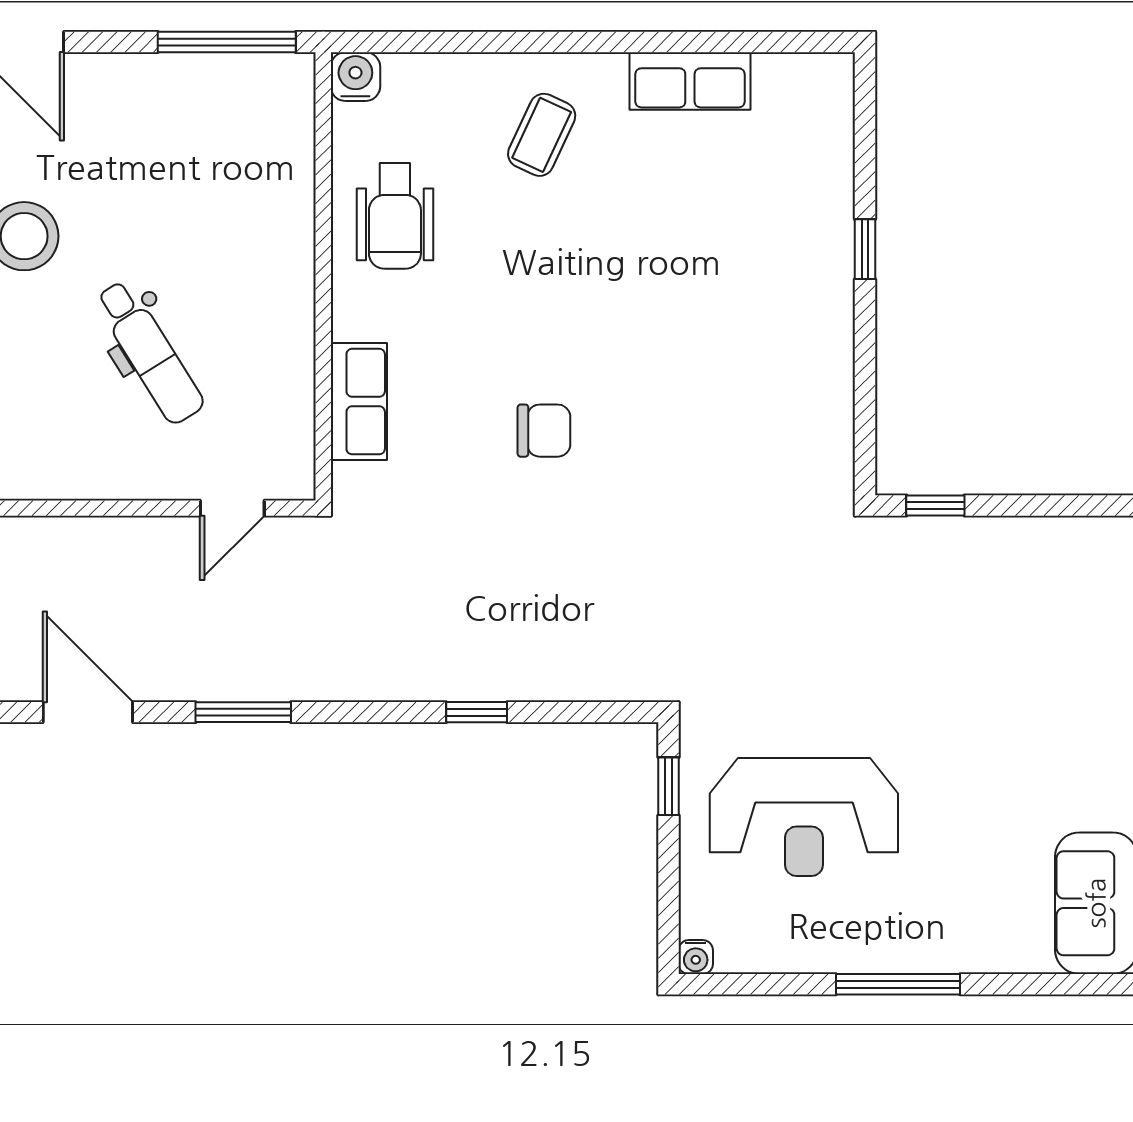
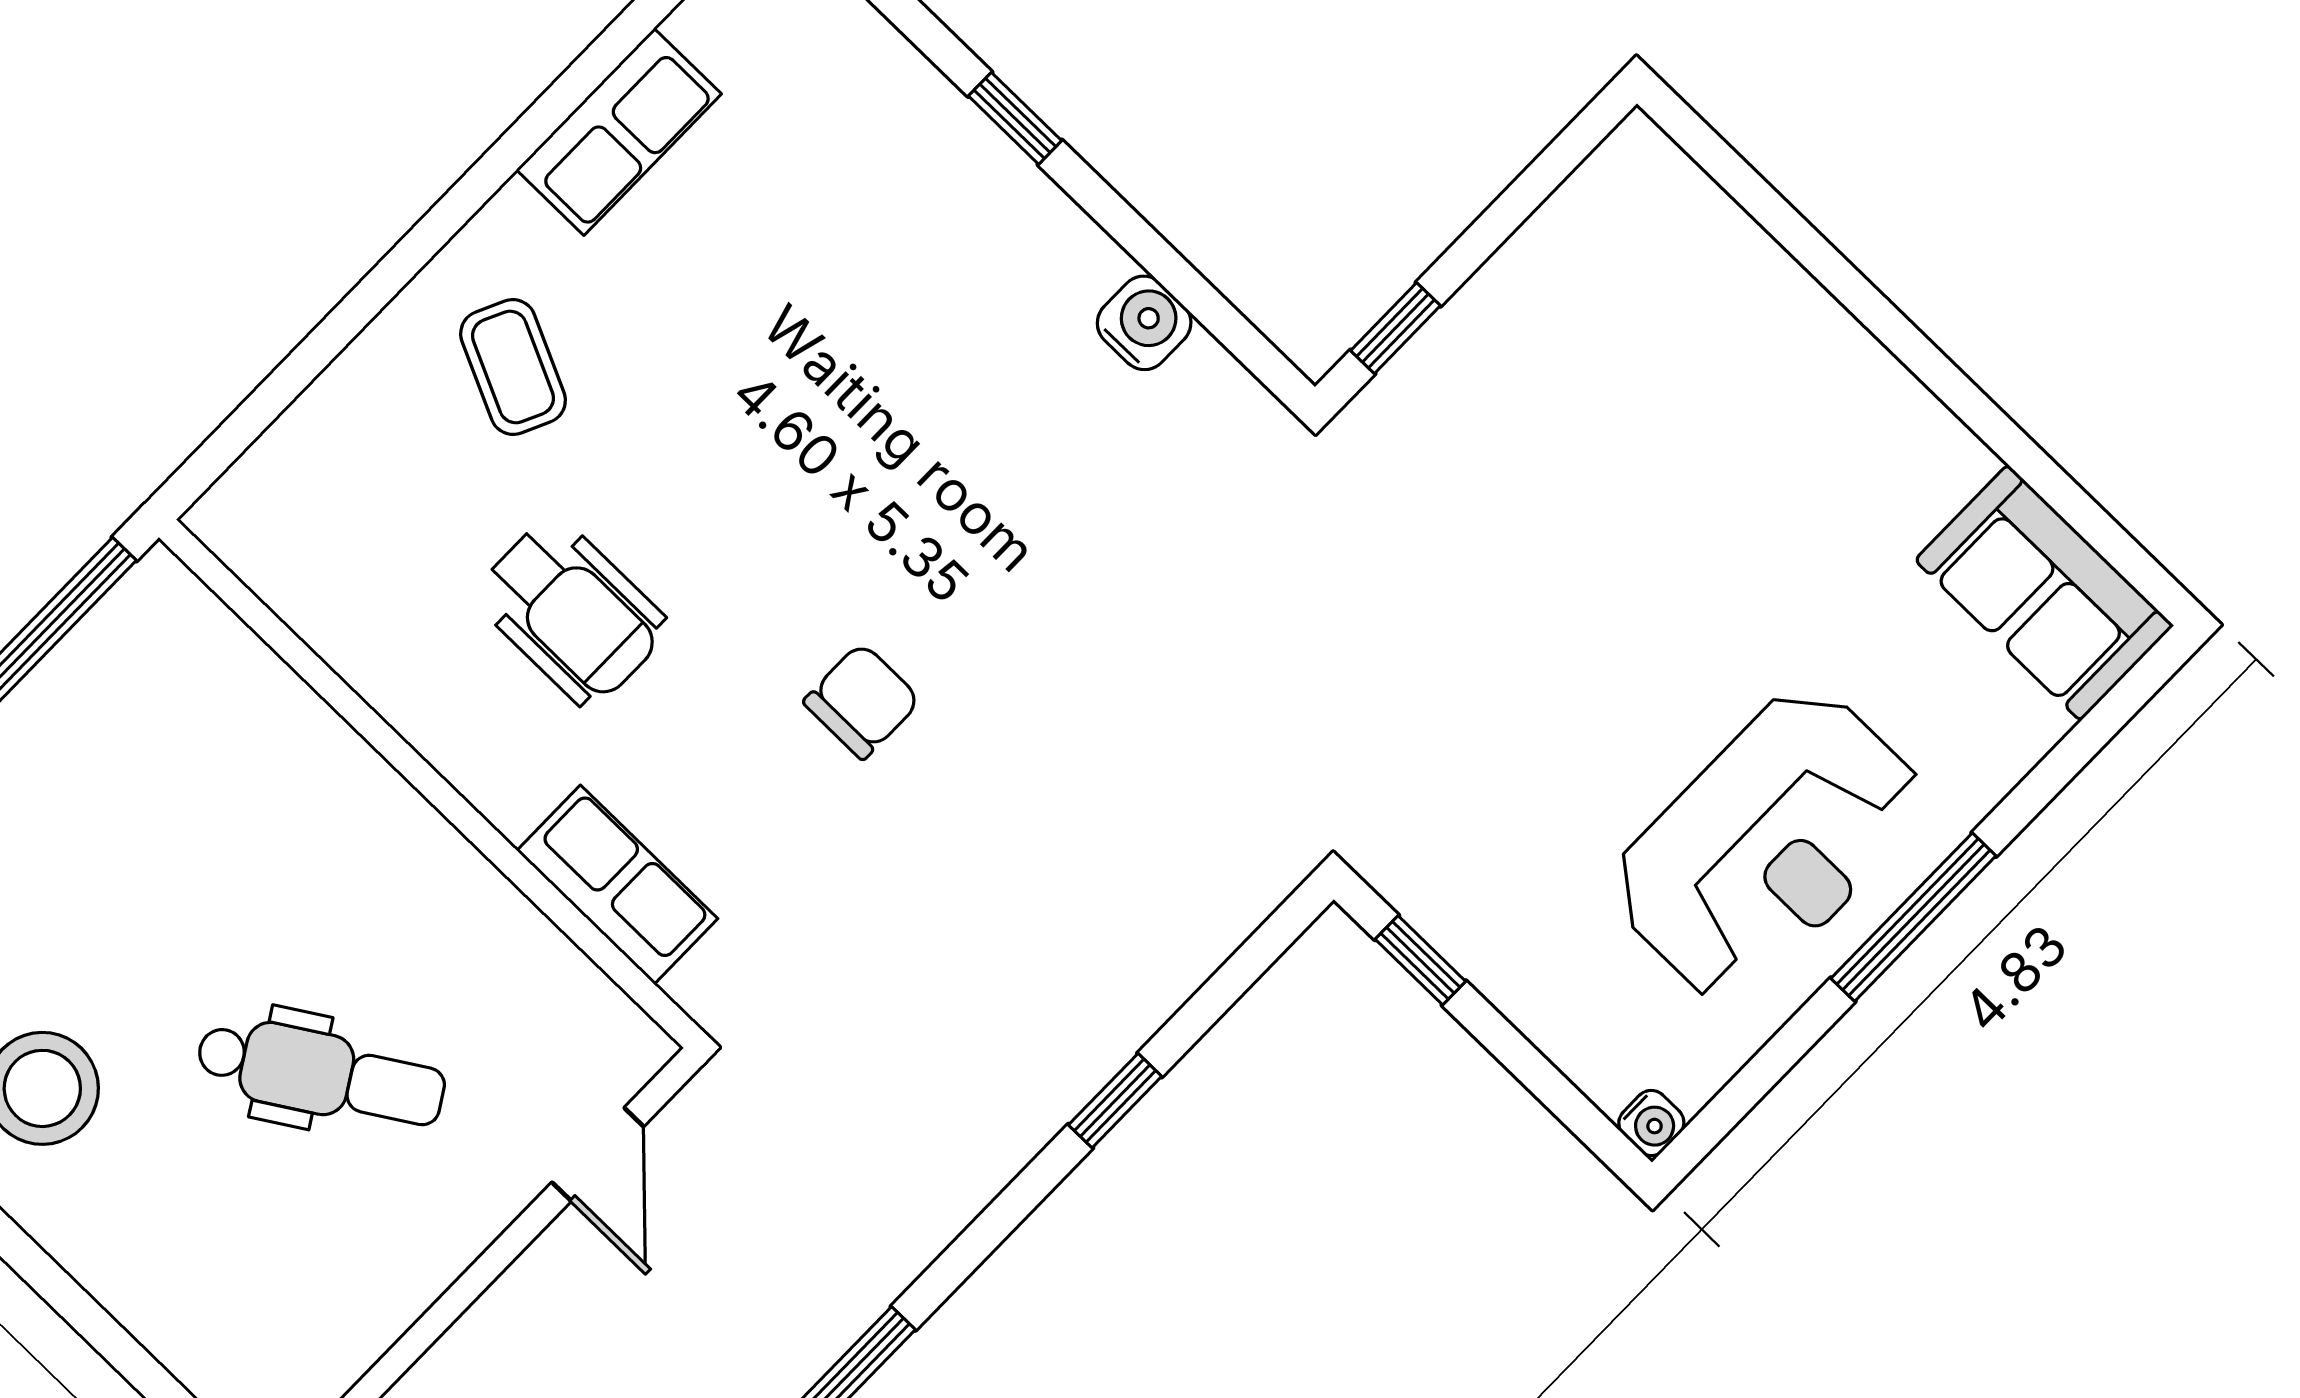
water cooler: (355, 77) -> (1144, 323), moved, turned 90
wheelchair: (395, 216) -> (571, 612), moved
reception desk: (804, 817) -> (1768, 844), moved

